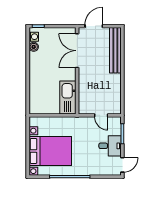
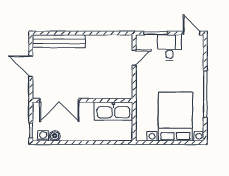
double door: (77, 51) -> (59, 100), moved
wall: (77, 71) -> (83, 100), moved
kitchen sink: (68, 97) -> (113, 111), moved

